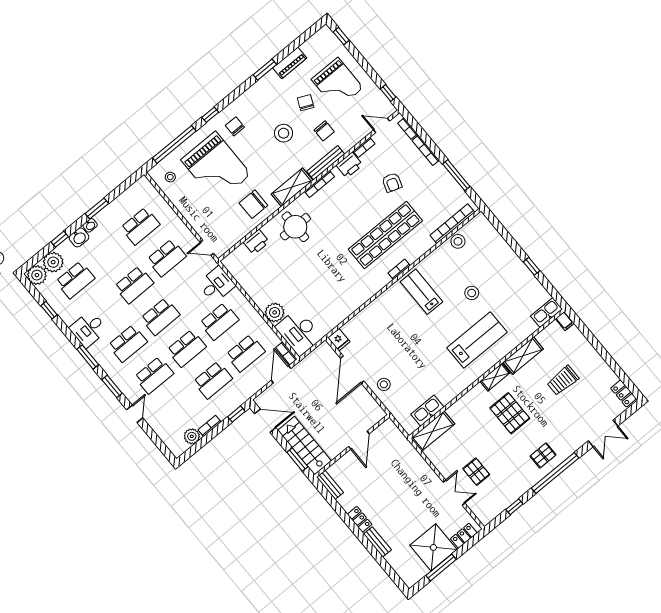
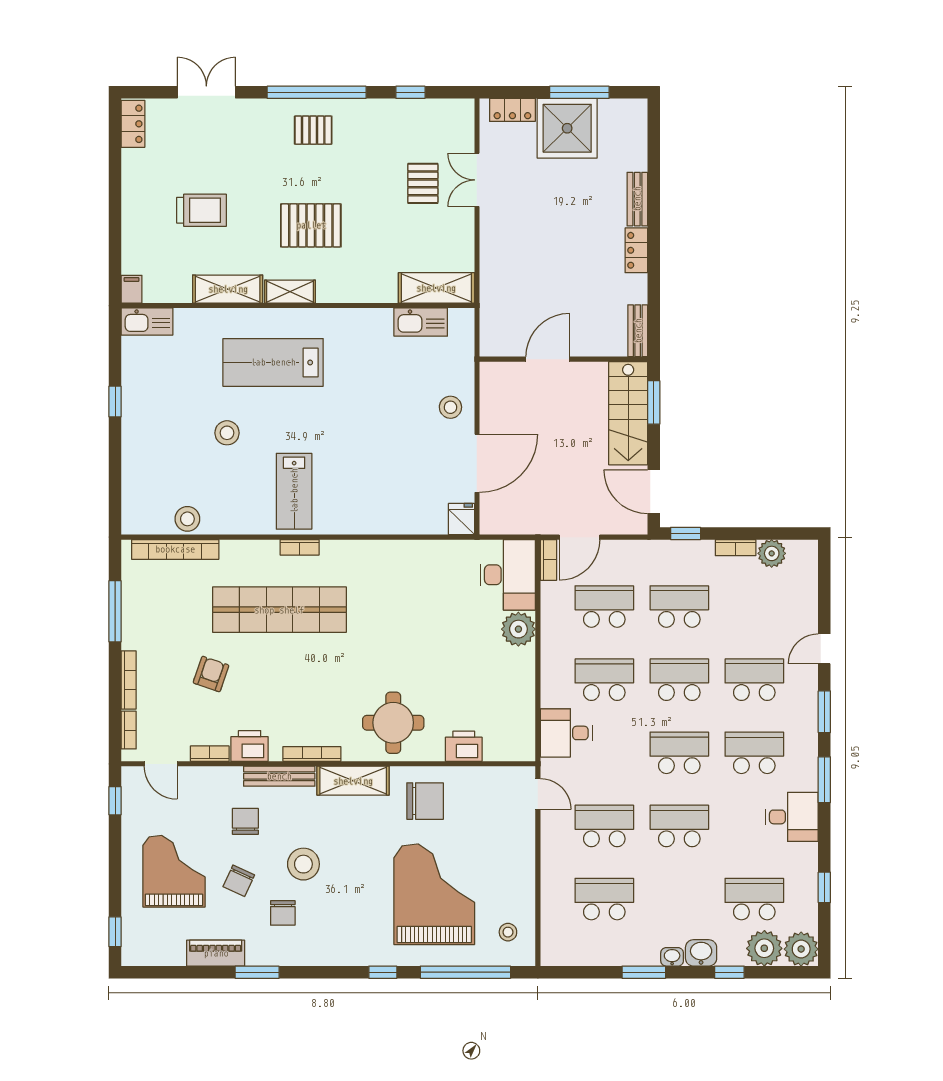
chair: (235, 126) -> (283, 913), moved
pallet: (510, 413) -> (311, 225), turned 90

